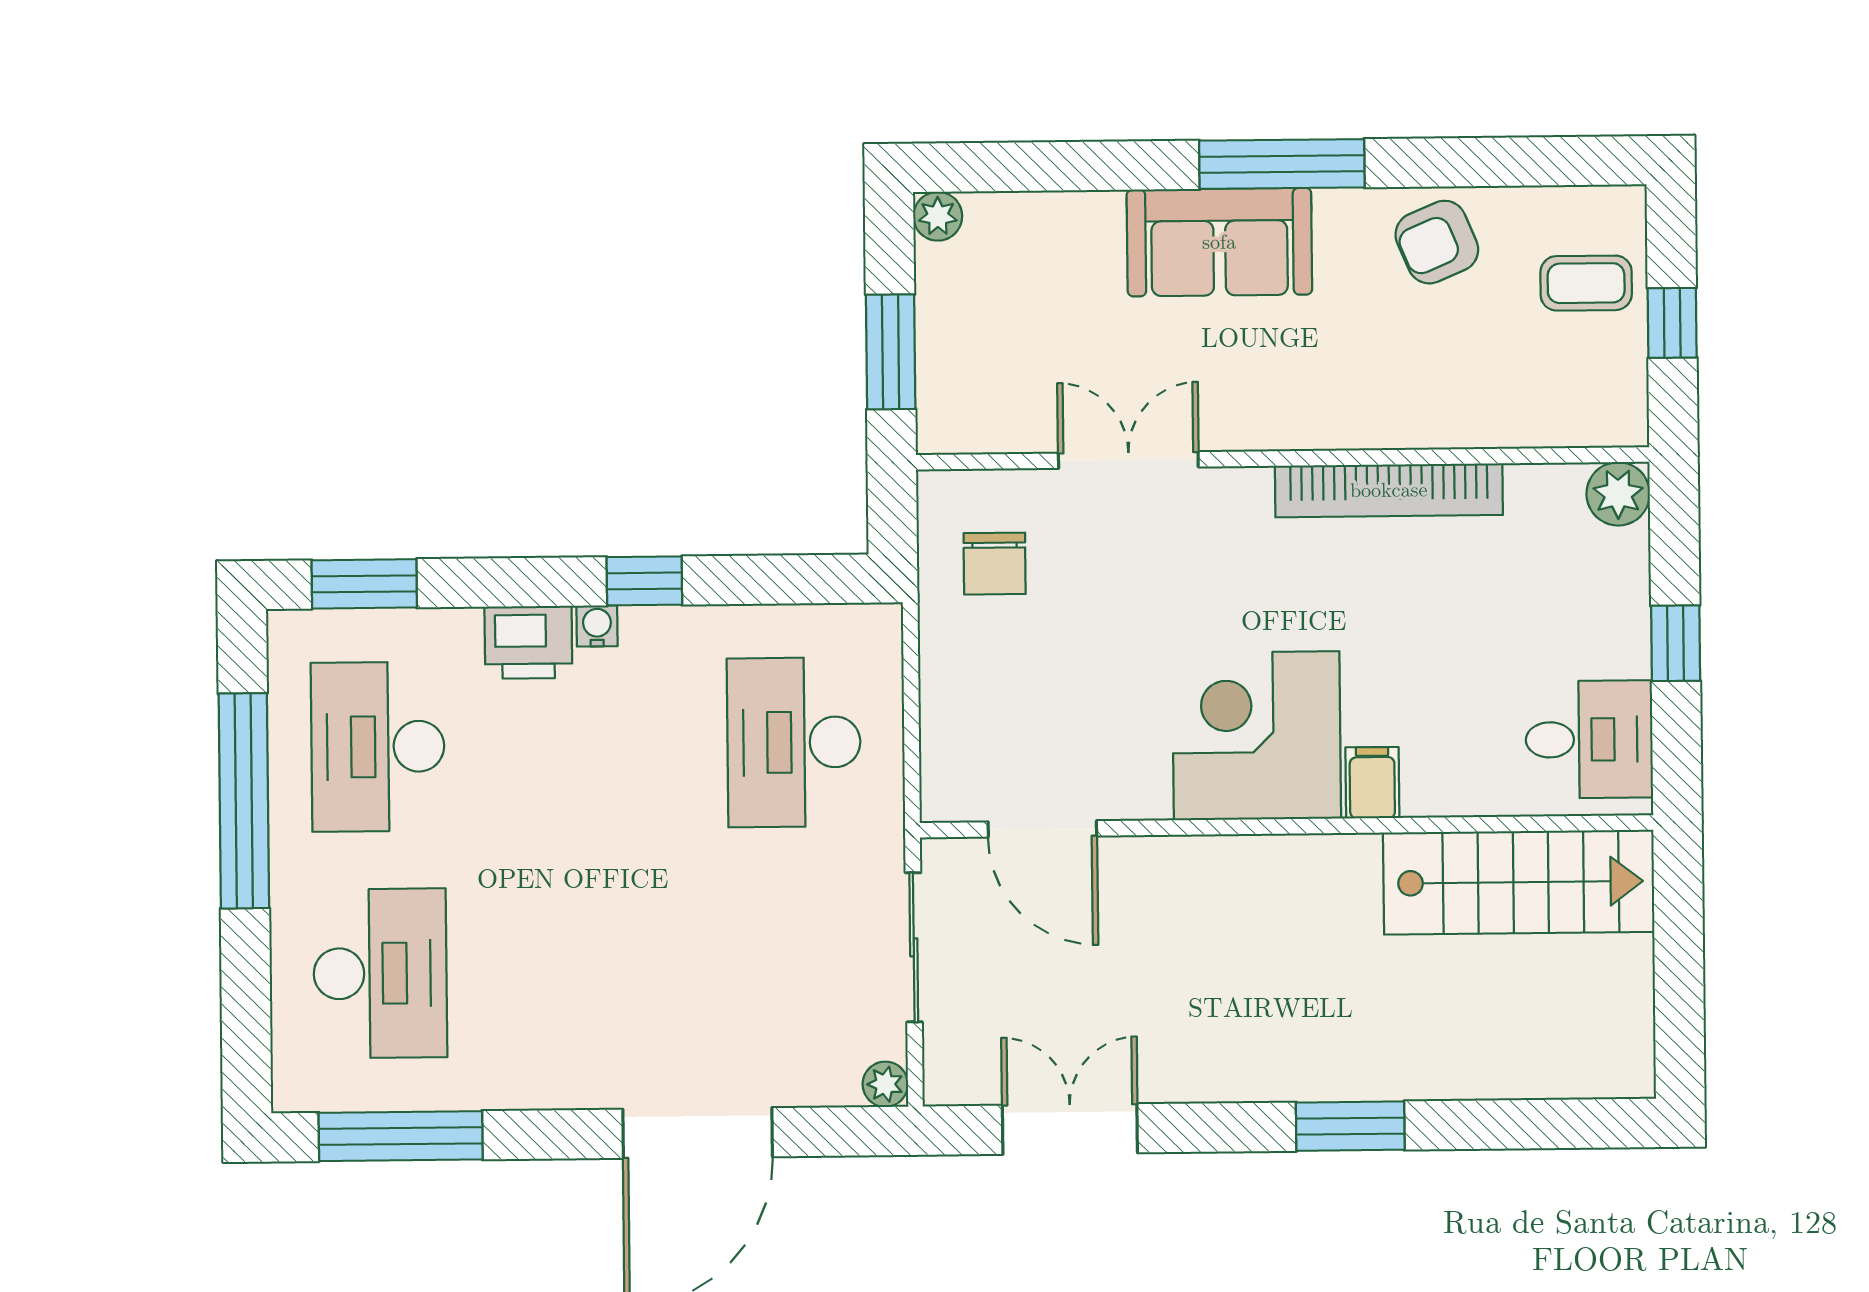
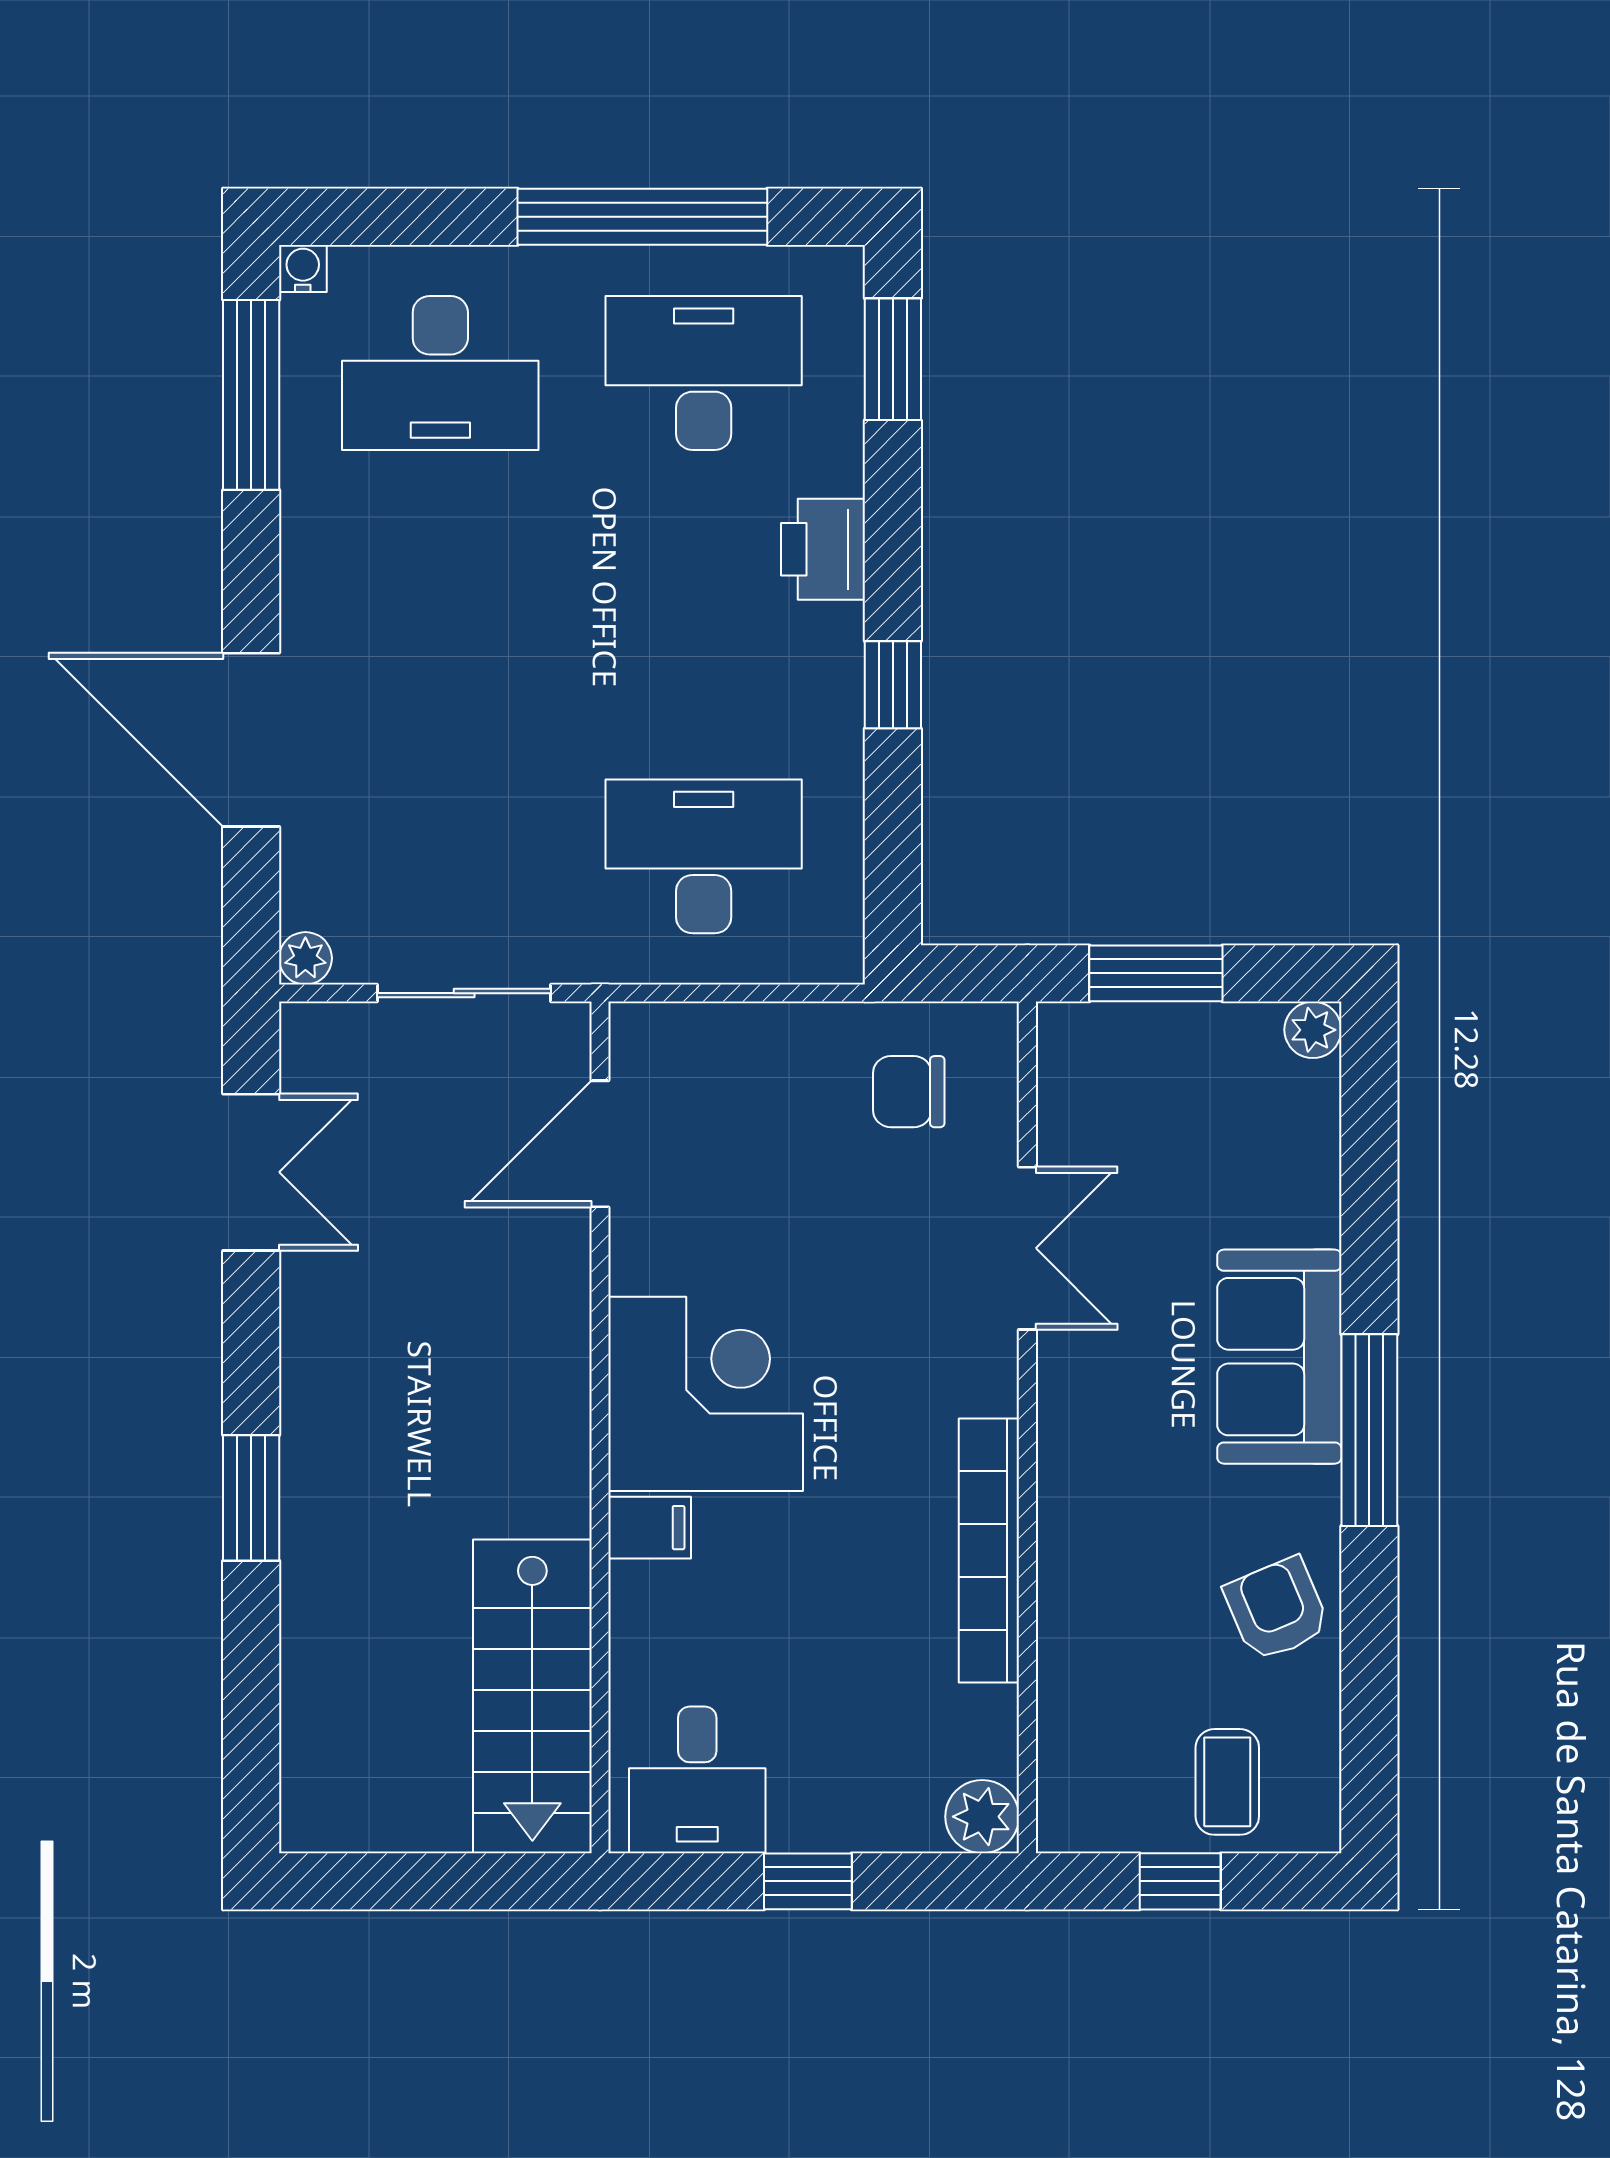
water cooler: (597, 626) -> (303, 268), moved, turned -90

